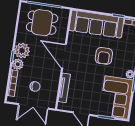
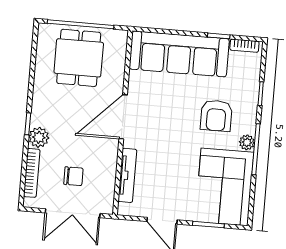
dining table: (42, 23) -> (79, 58), turned 90
plant: (22, 51) -> (45, 112), removed
door: (64, 56) -> (123, 117), hinge flipped
armchair: (104, 56) -> (216, 116), moved

